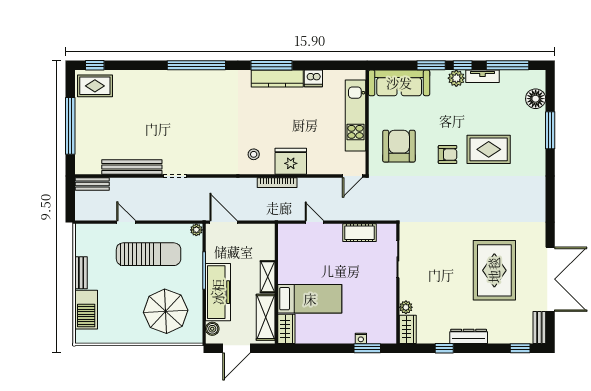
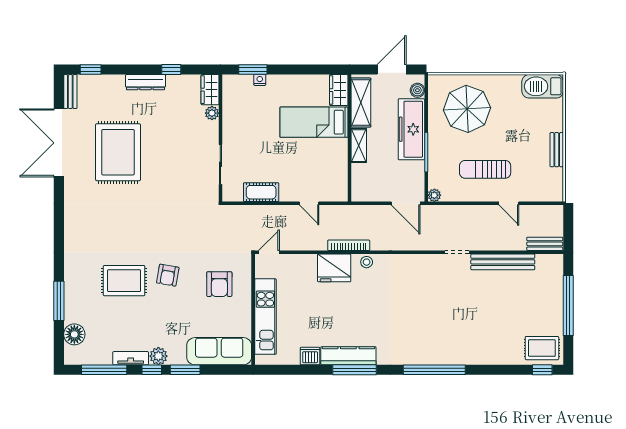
armchair: (399, 146) -> (219, 284), width x0.73, depth x0.73
stool: (254, 154) -> (367, 262), moved
armchair: (448, 155) -> (168, 275), turned -80
sun lounger: (149, 254) -> (485, 169), width x0.73, depth x0.75
barbecue: (86, 310) -> (543, 86), moved, turned -90

